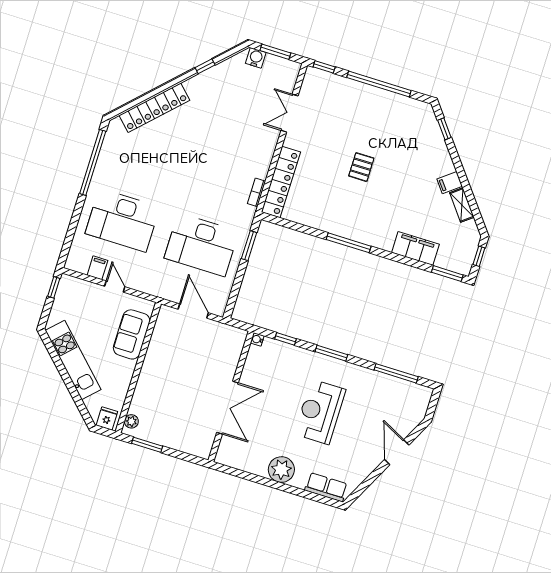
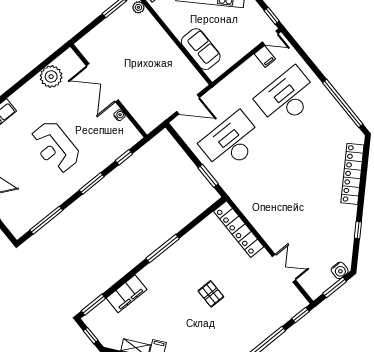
bookcase: (256, 192) -> (243, 207), removed
door: (115, 287) -> (270, 38), moved
water cooler: (257, 339) -> (120, 115), moved
reception desk: (320, 412) -> (55, 147), turned 180
plant: (281, 470) -> (51, 77), moved

